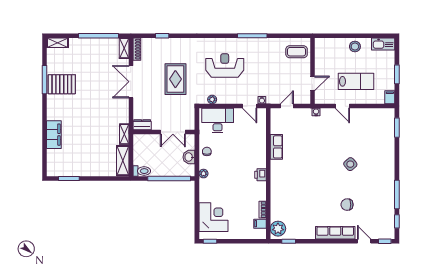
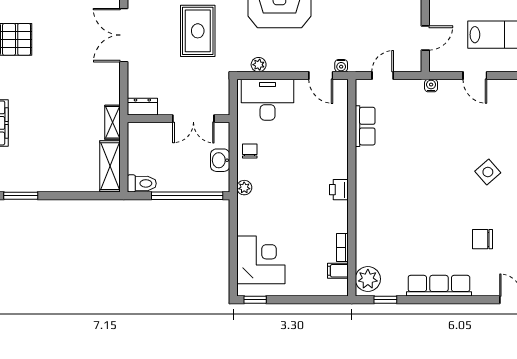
row of seats: (276, 147) -> (365, 126), moved
row of seats: (335, 233) -> (439, 286), moved

